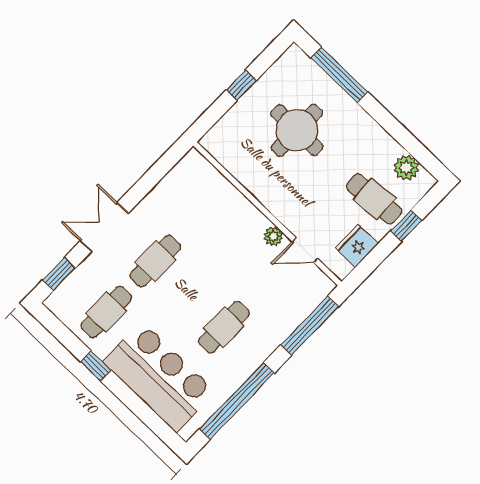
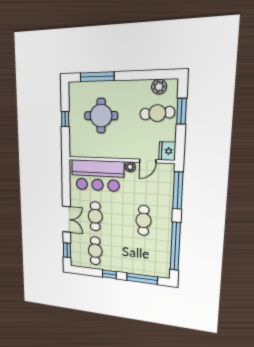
window: (406, 226) -> (182, 111), width x1.50
double door: (104, 227) -> (67, 219), swing flipped
fridge: (357, 246) -> (167, 151), moved
bar counter: (159, 377) -> (98, 176), moved, turned 180
window: (143, 411) -> (142, 279), added

